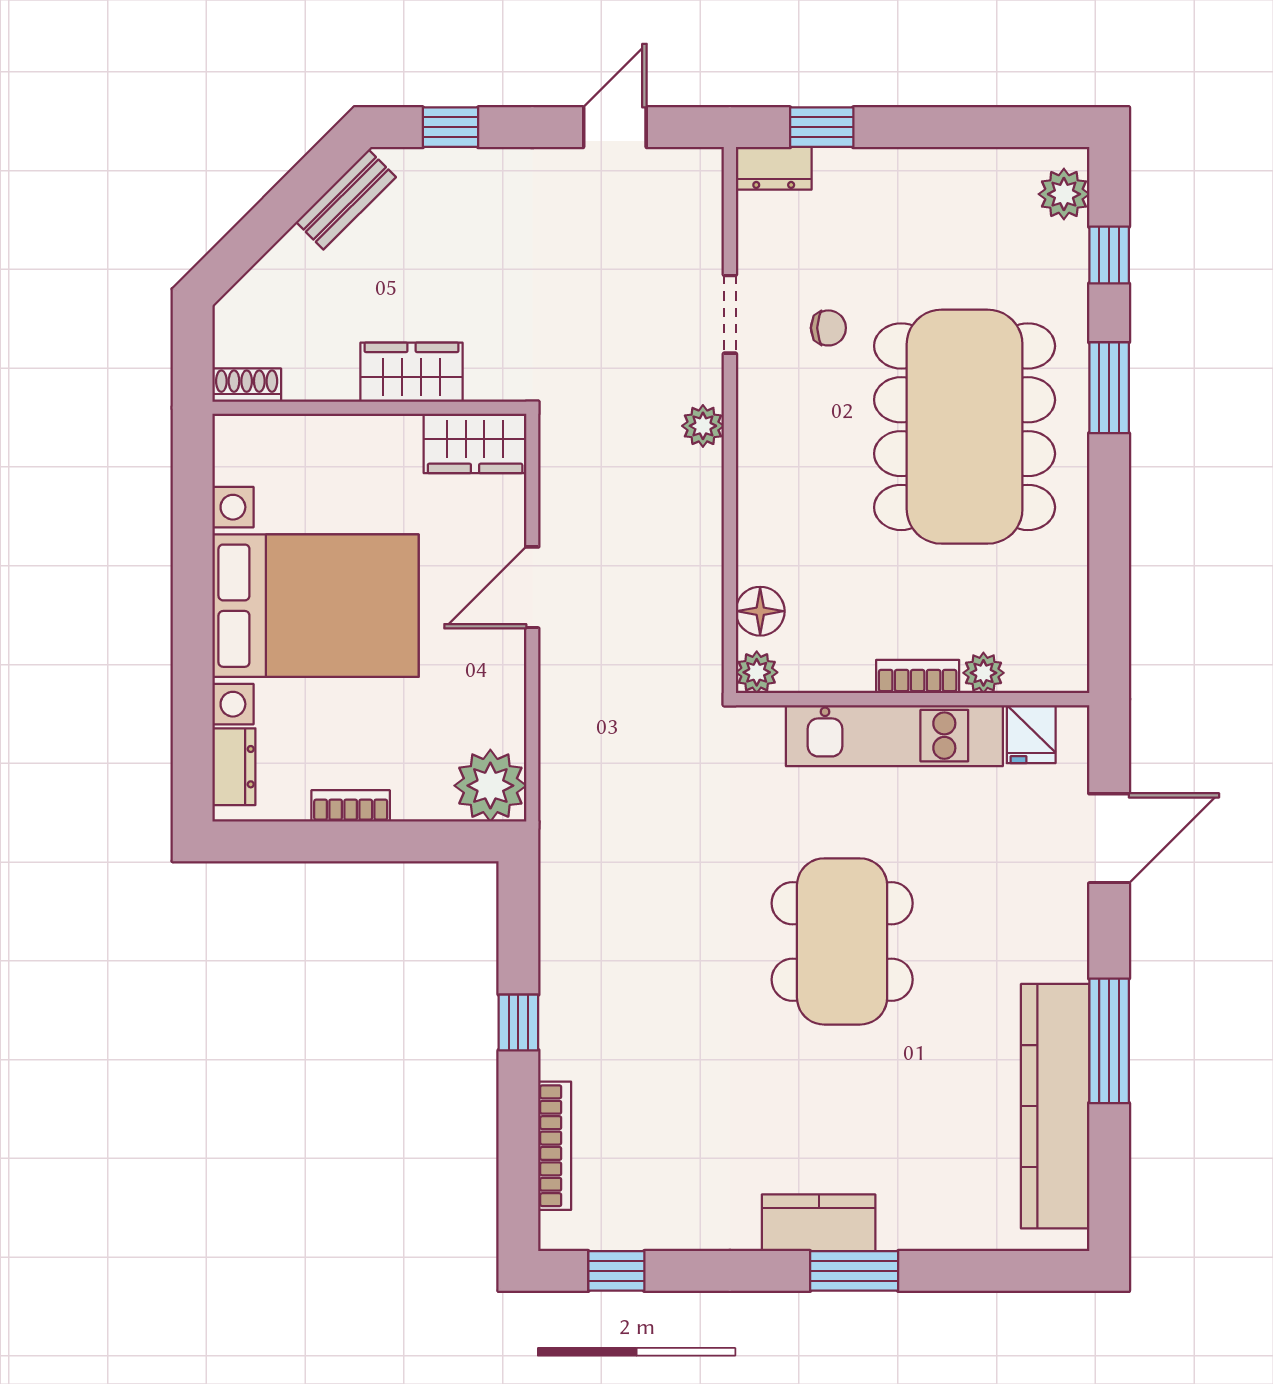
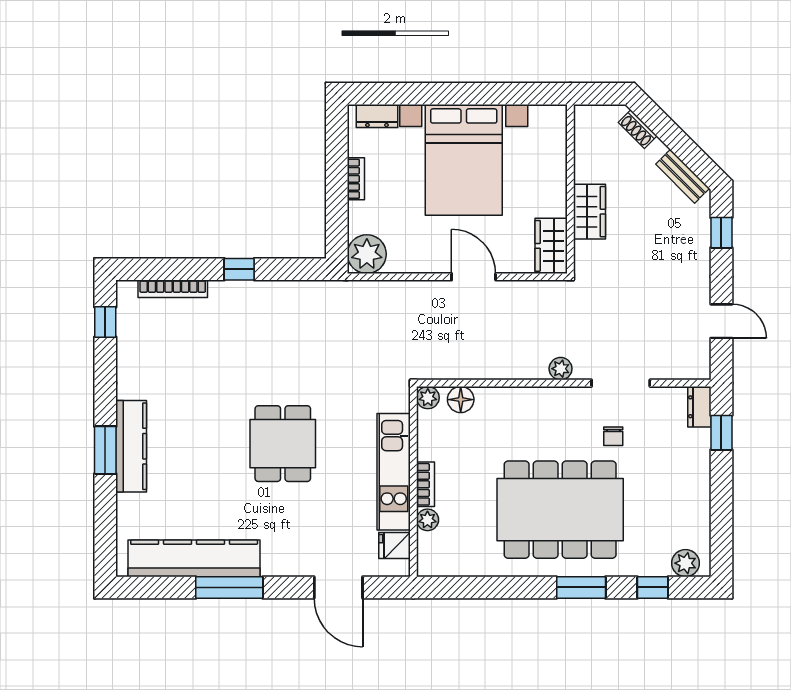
doorway: (730, 314) -> (621, 383), width x1.38
shoe rack: (247, 385) -> (638, 129), moved, turned 135
dining table: (842, 941) -> (283, 444), width x0.73
kitchen counter: (819, 1223) -> (131, 446), width x1.50

